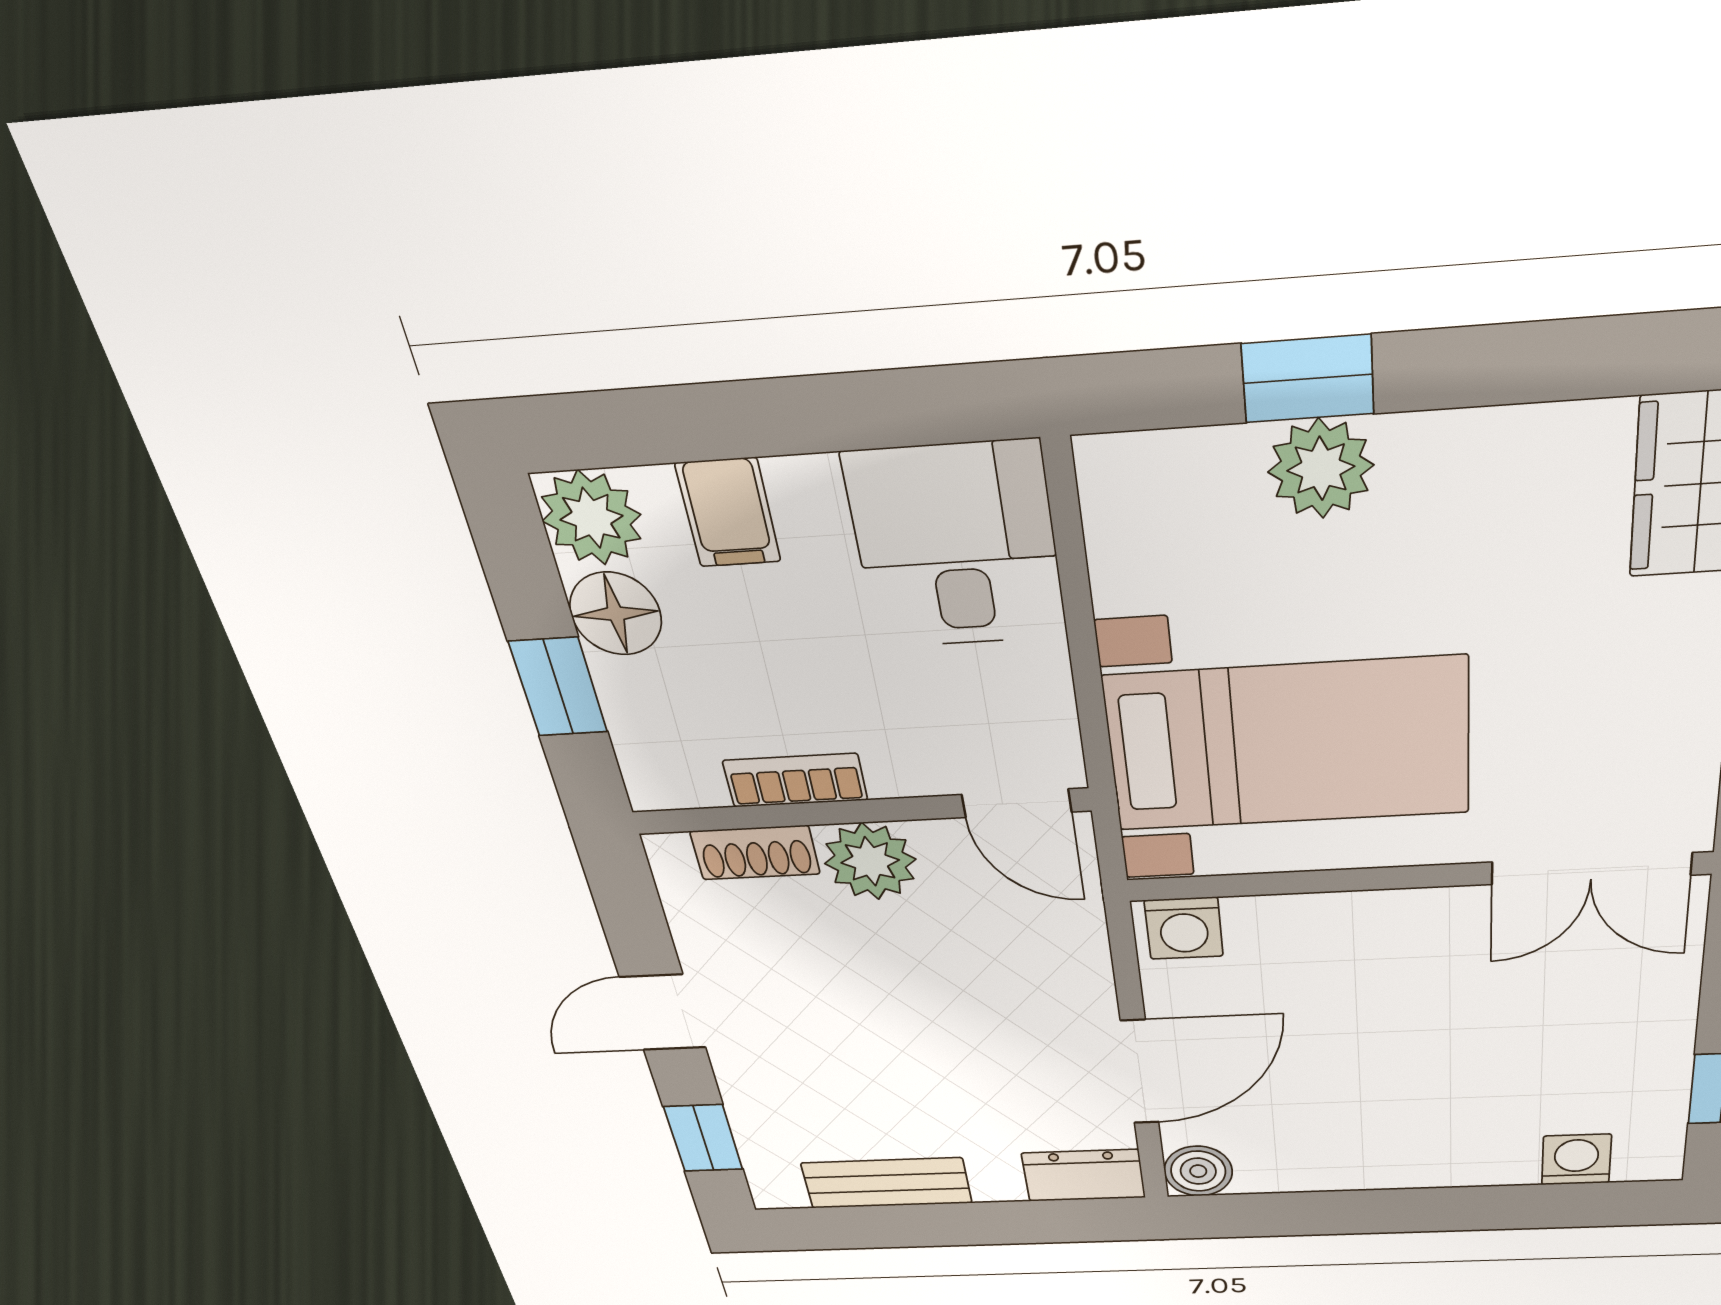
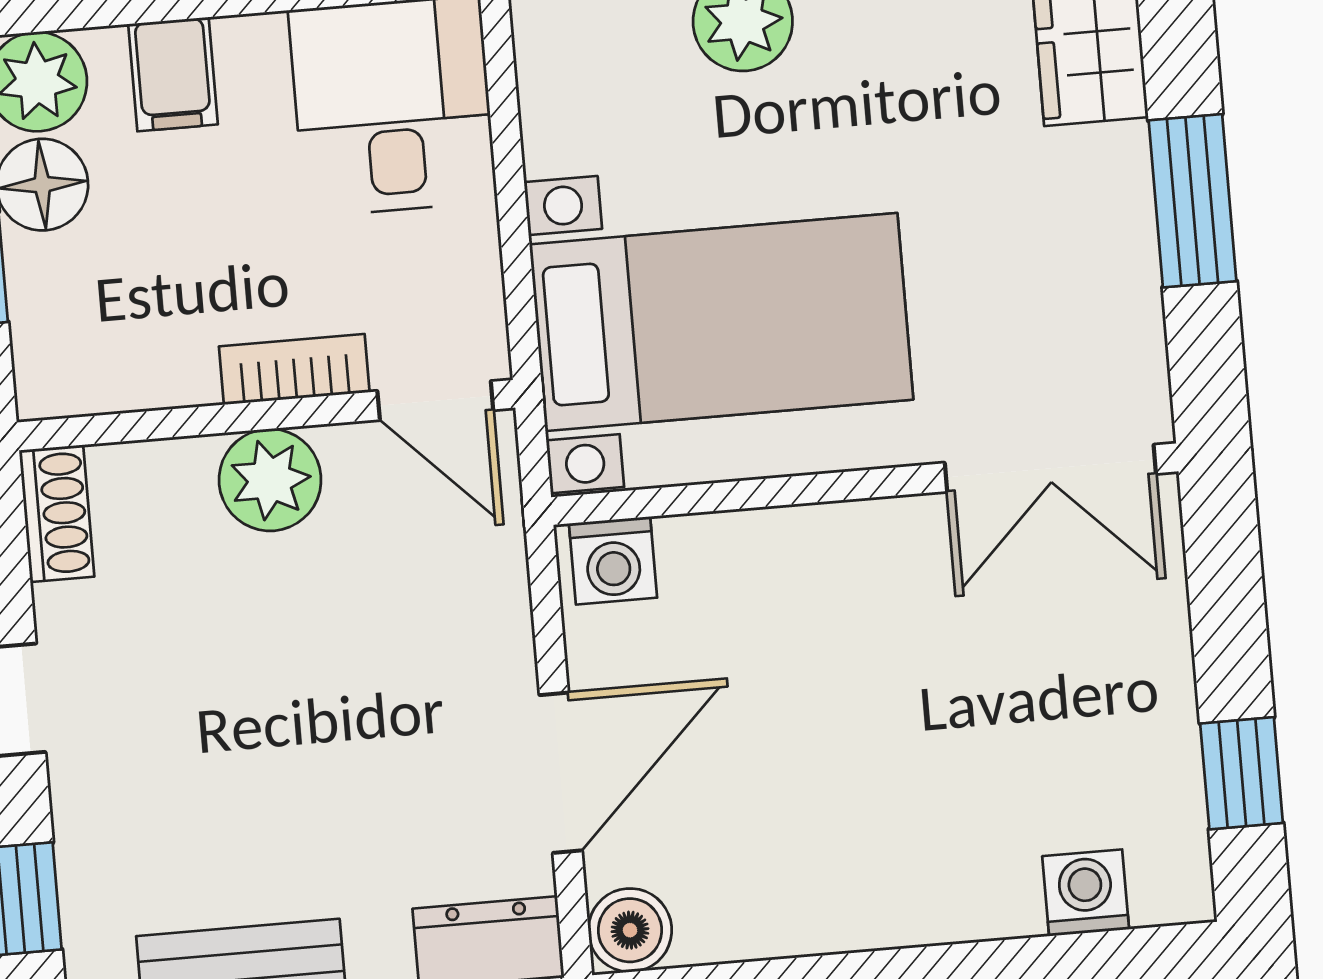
bookcase: (795, 780) -> (294, 369), moved
shoe rack: (755, 853) -> (57, 513), moved, turned -90

